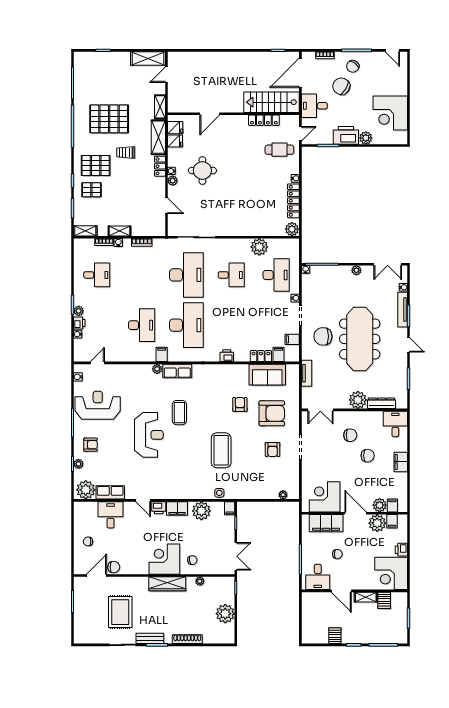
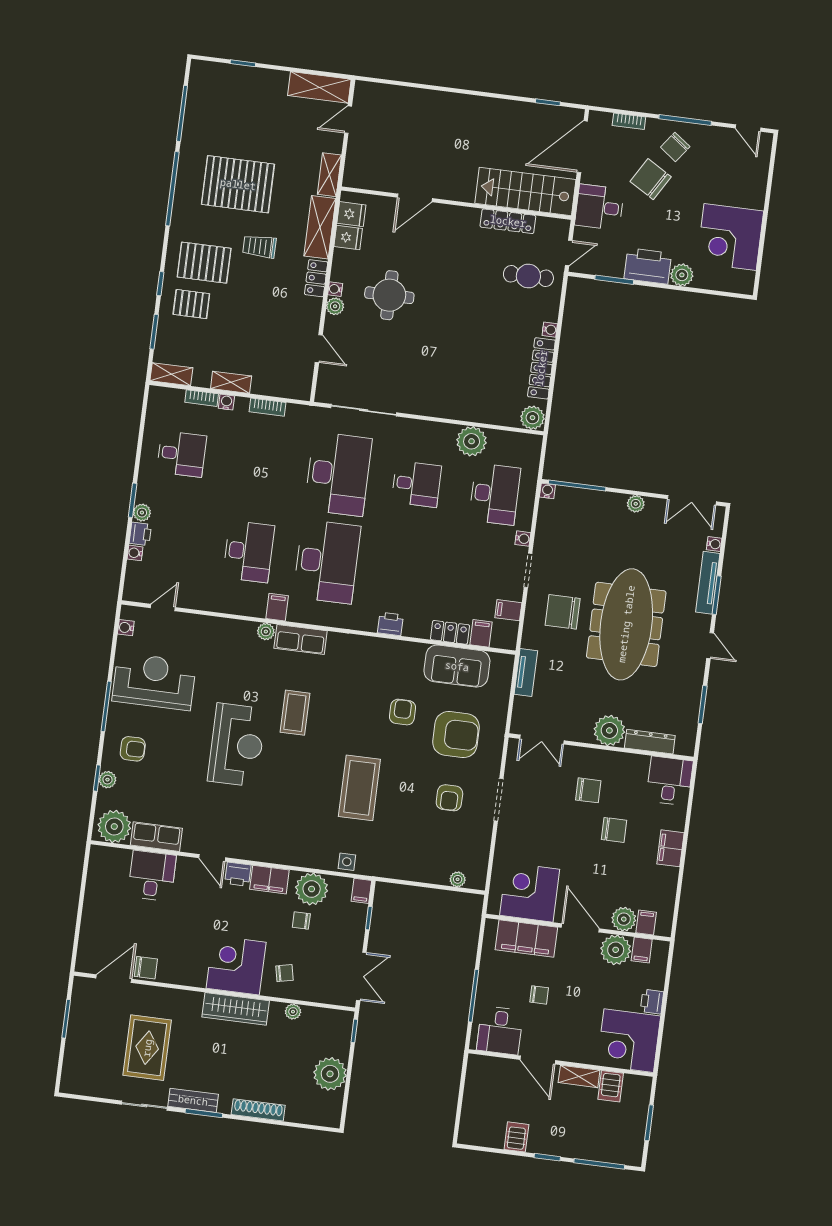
chair: (88, 541) -> (301, 921), moved

